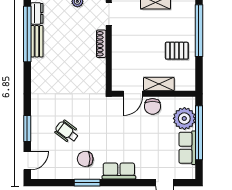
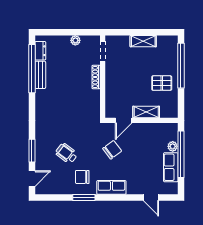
chair: (153, 106) -> (112, 150), moved, turned -127
plant: (184, 118) -> (173, 146), width x0.53, depth x0.53

